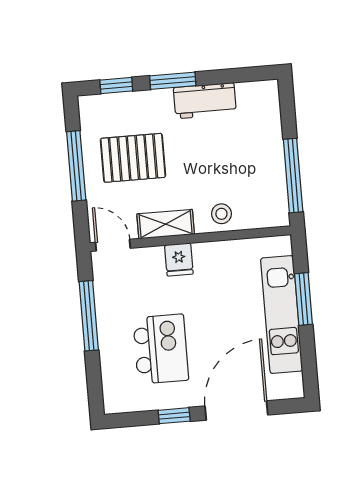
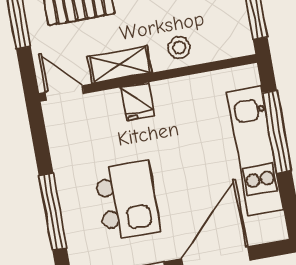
window: (303, 299) -> (277, 132), width x1.44
window: (89, 316) -> (53, 212), moved

